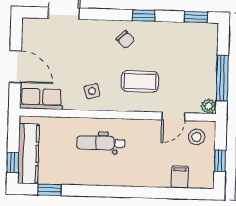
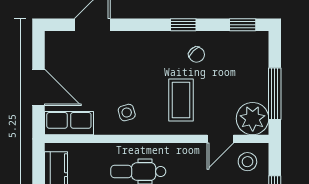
chair: (125, 40) -> (197, 55), moved
coffee table: (140, 81) -> (181, 100), turned 90
plant: (209, 106) -> (253, 119), width x1.87, depth x1.87

